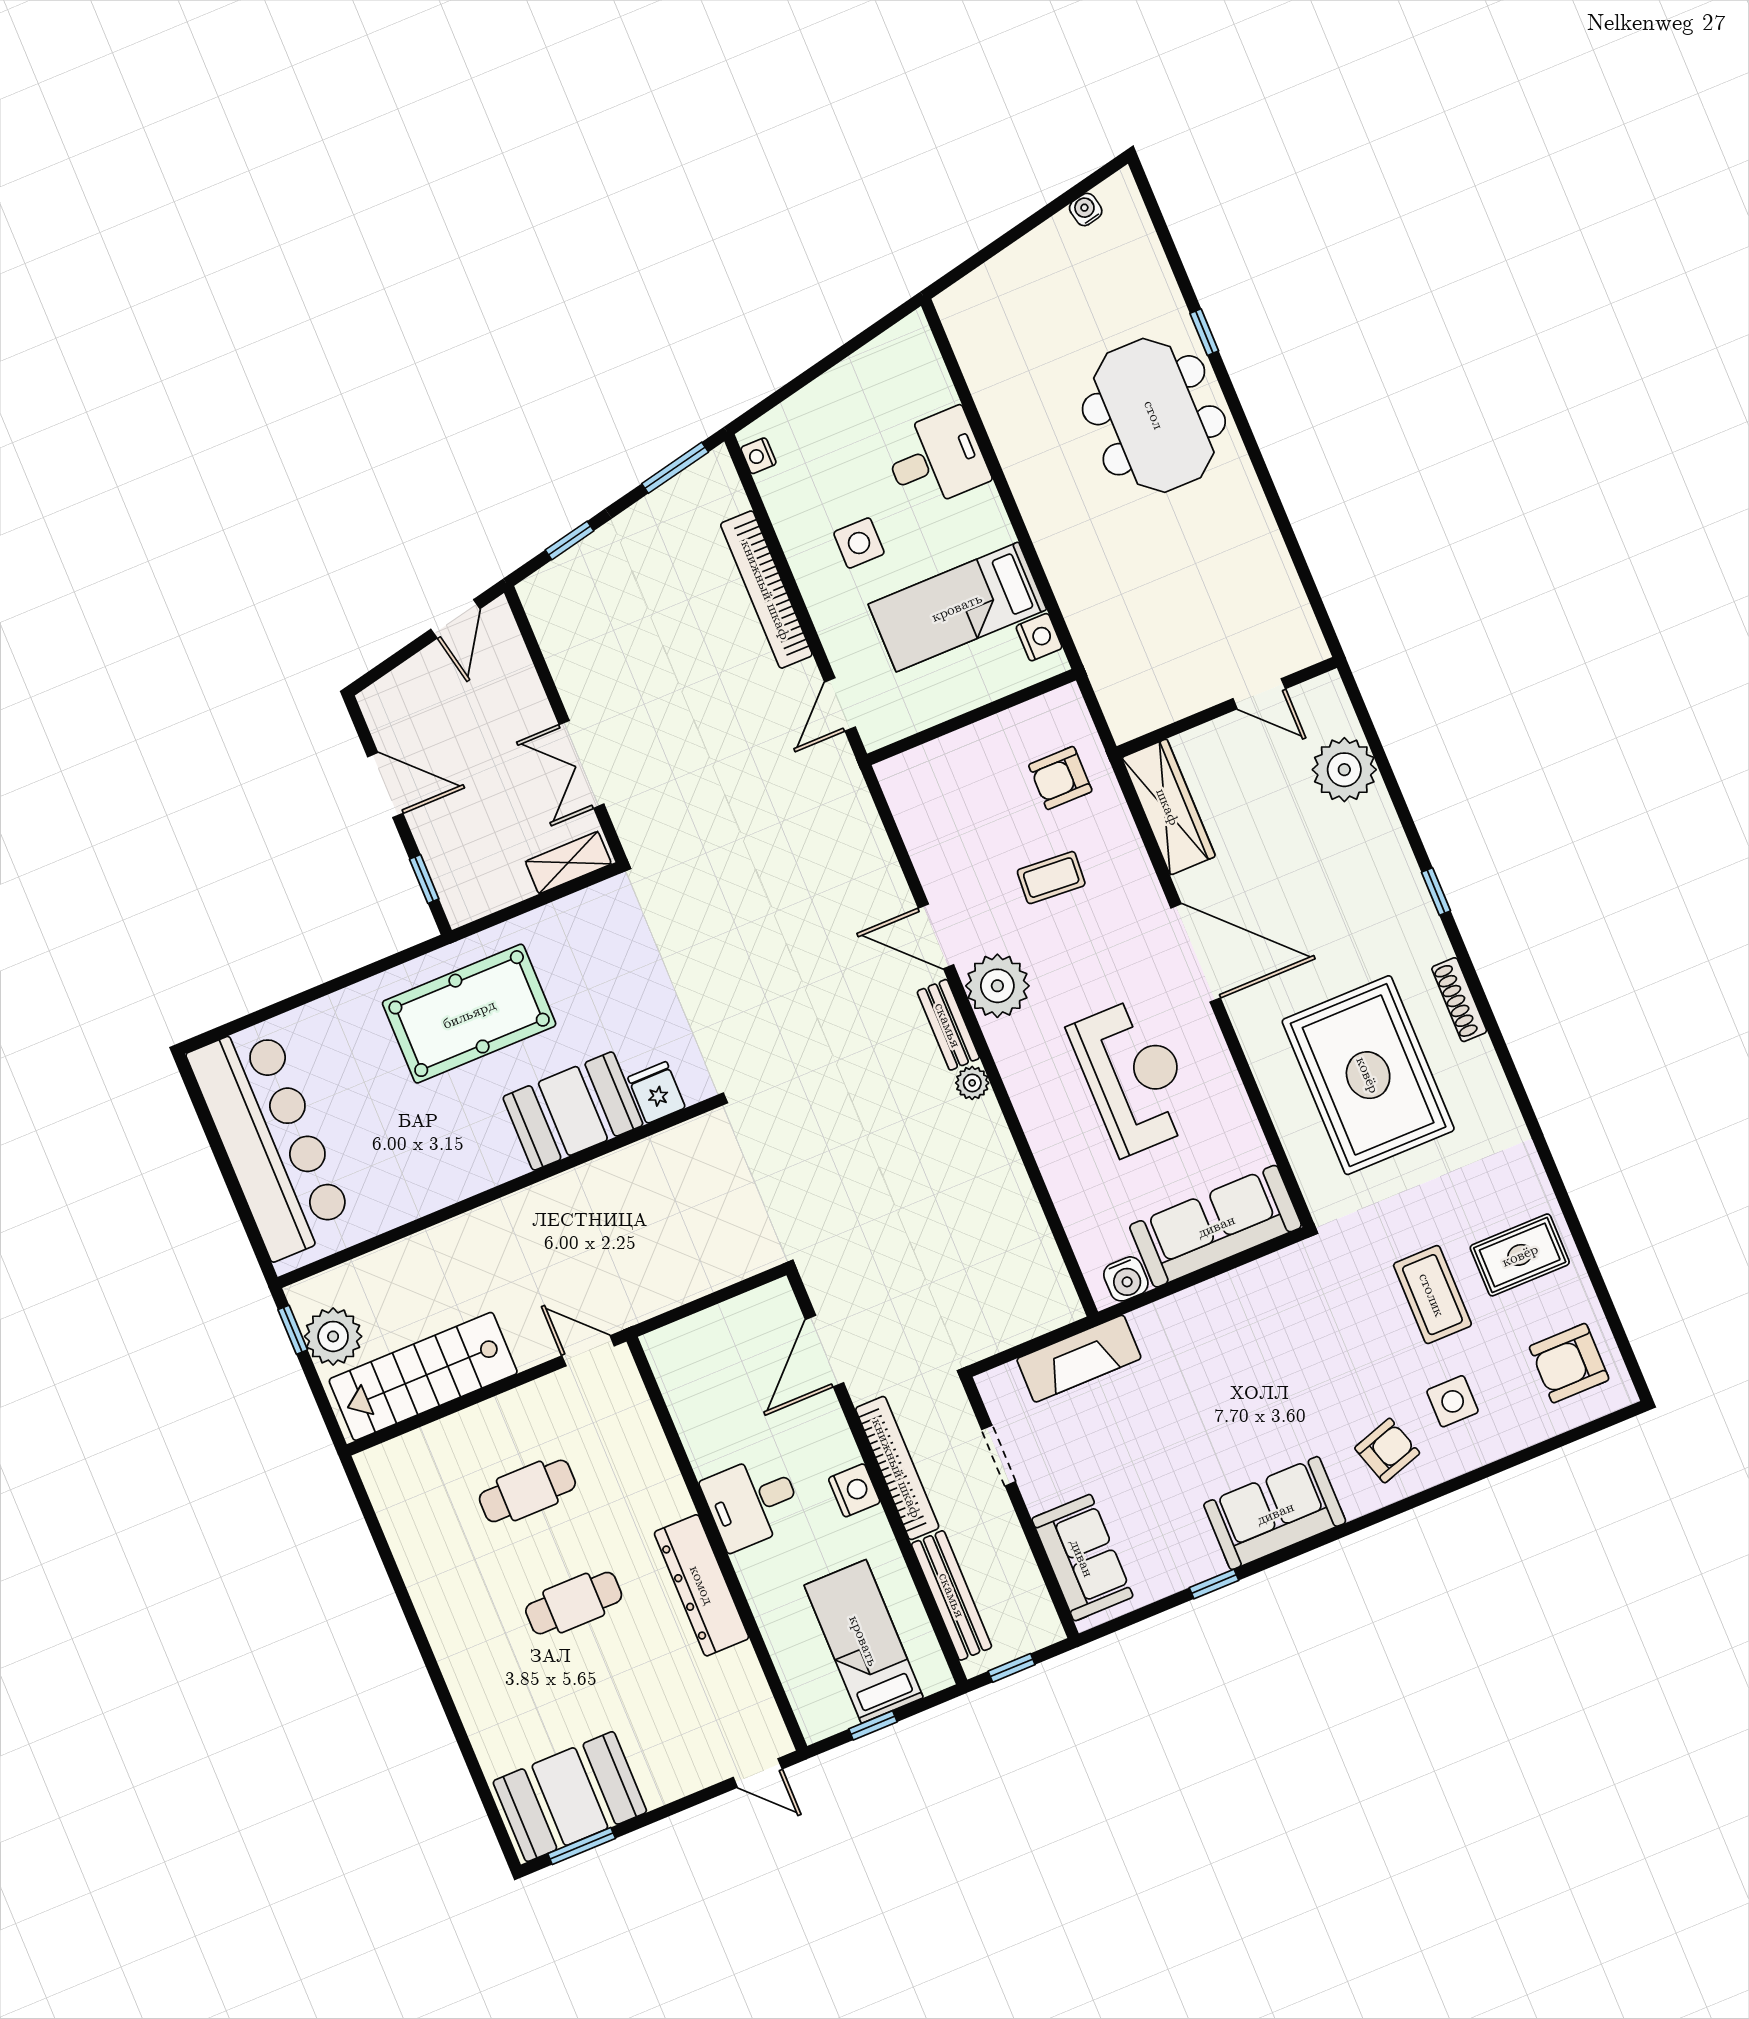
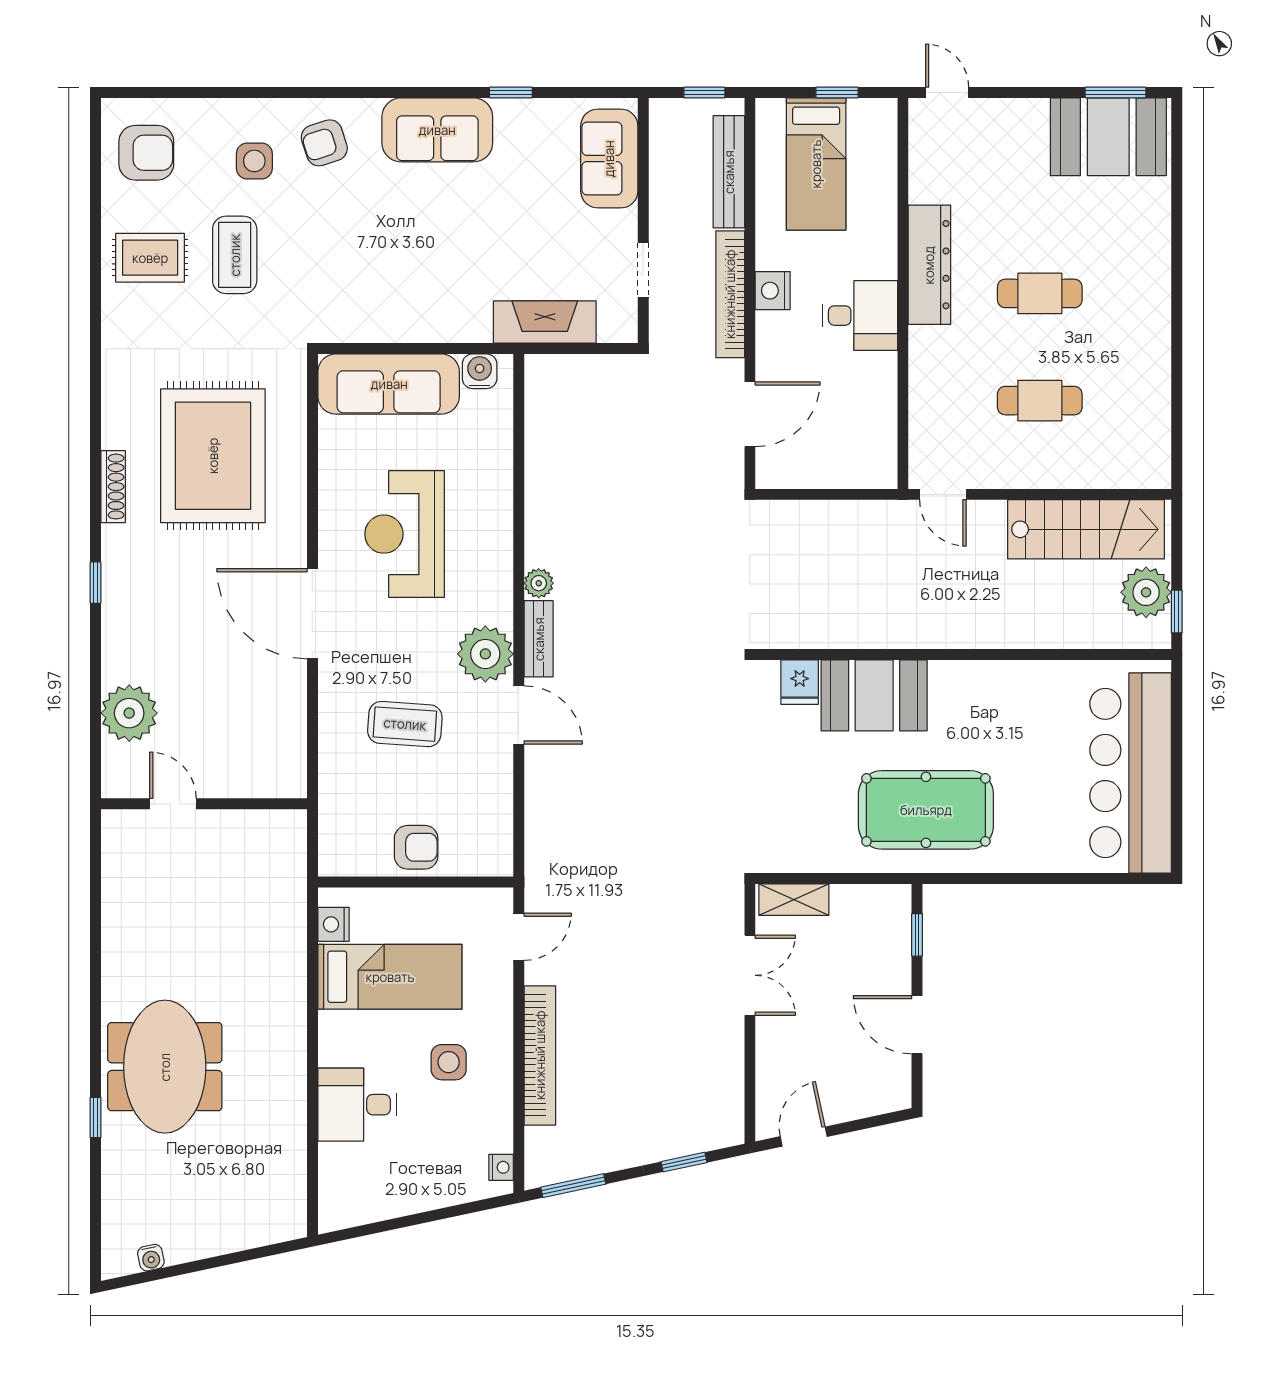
armchair: (1060, 778) -> (416, 847), moved
wardrobe: (1168, 807) -> (285, 742), removed
coffee table: (1051, 878) -> (405, 724), width x1.36, depth x1.30

